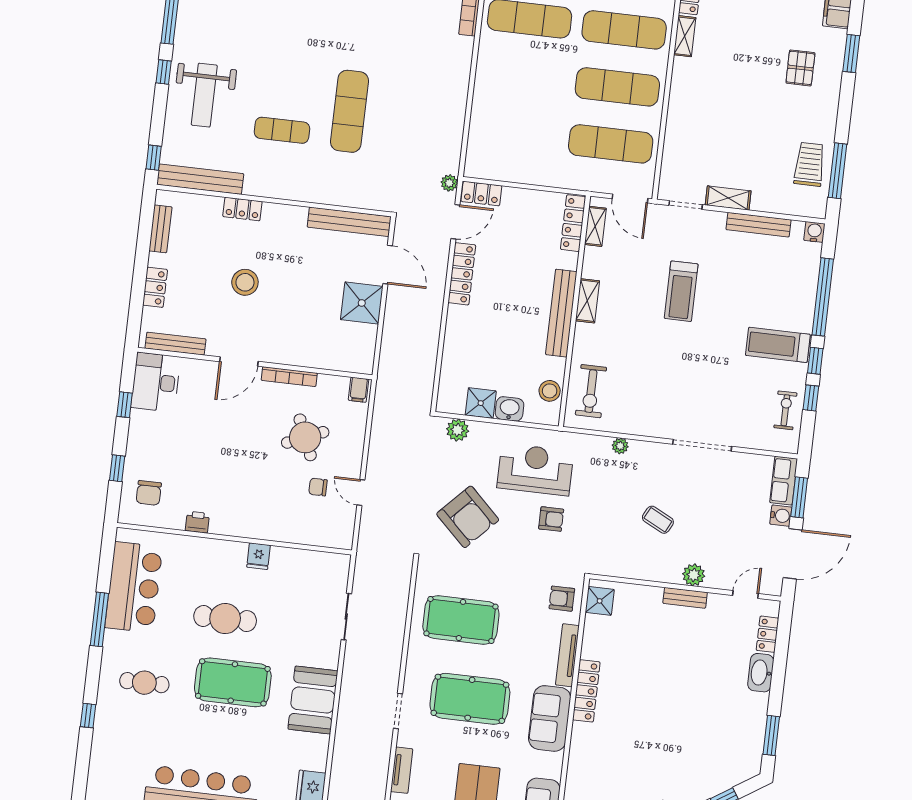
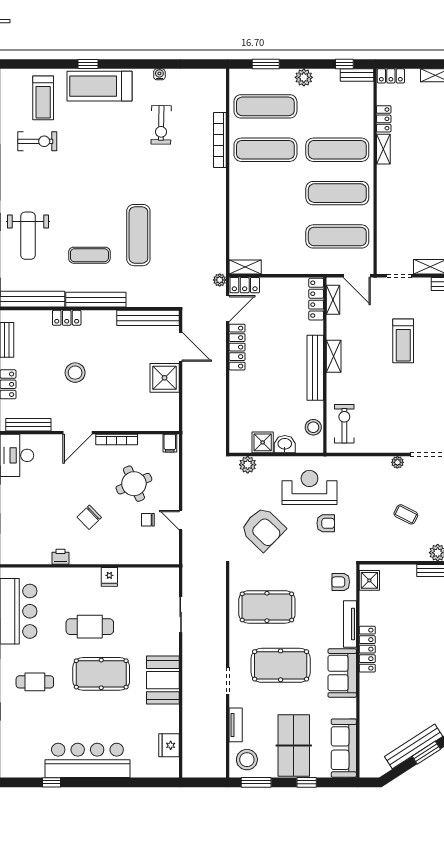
shelving: (485, 170) -> (245, 267), added
bench: (284, 190) -> (96, 300), added
exercise bike: (591, 391) -> (344, 424), turned 180
plant: (620, 446) -> (397, 462), moved
chair: (149, 493) -> (89, 517), moved, turned 46

